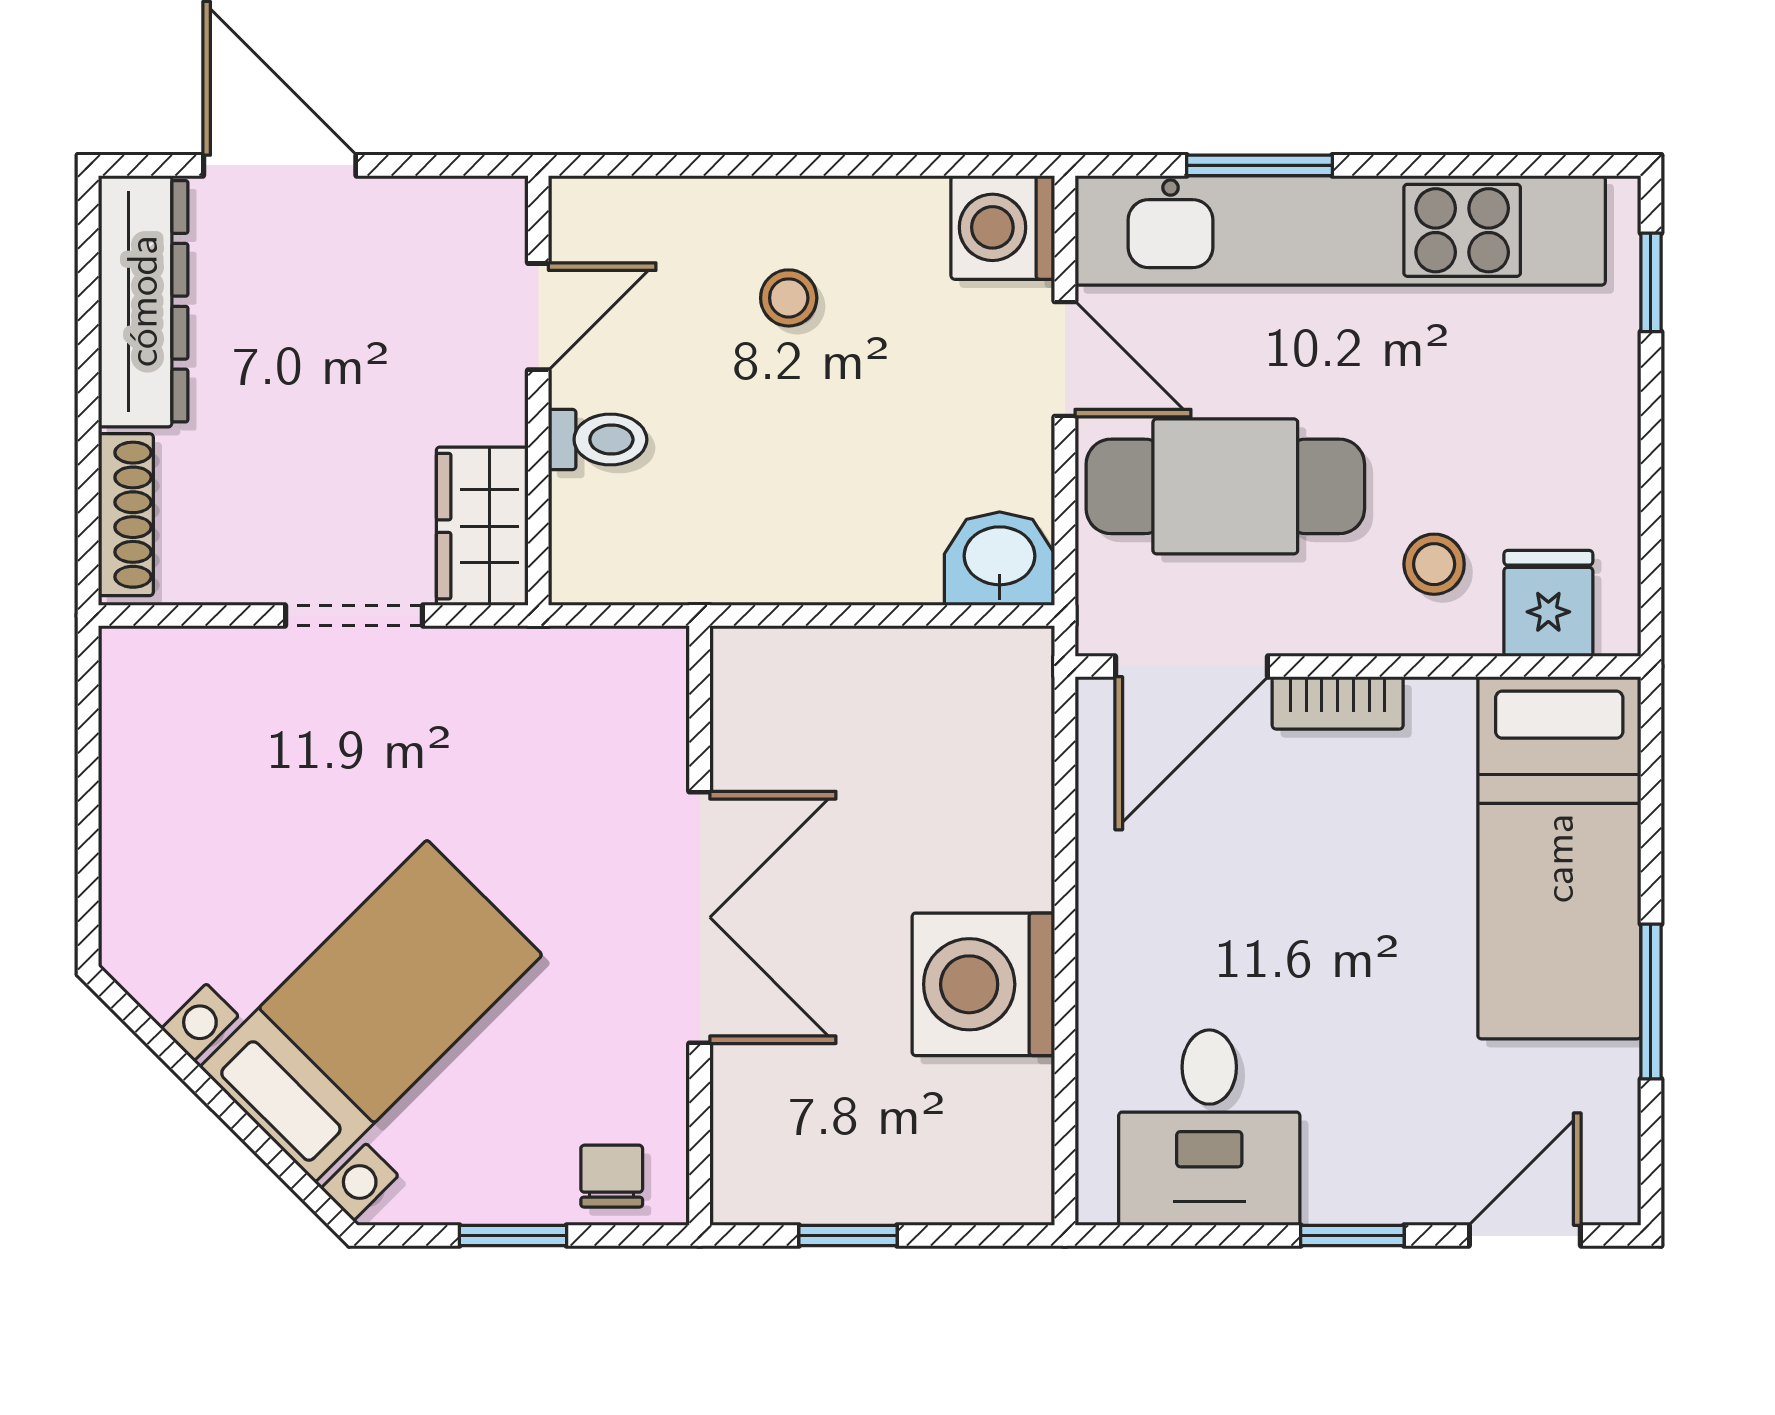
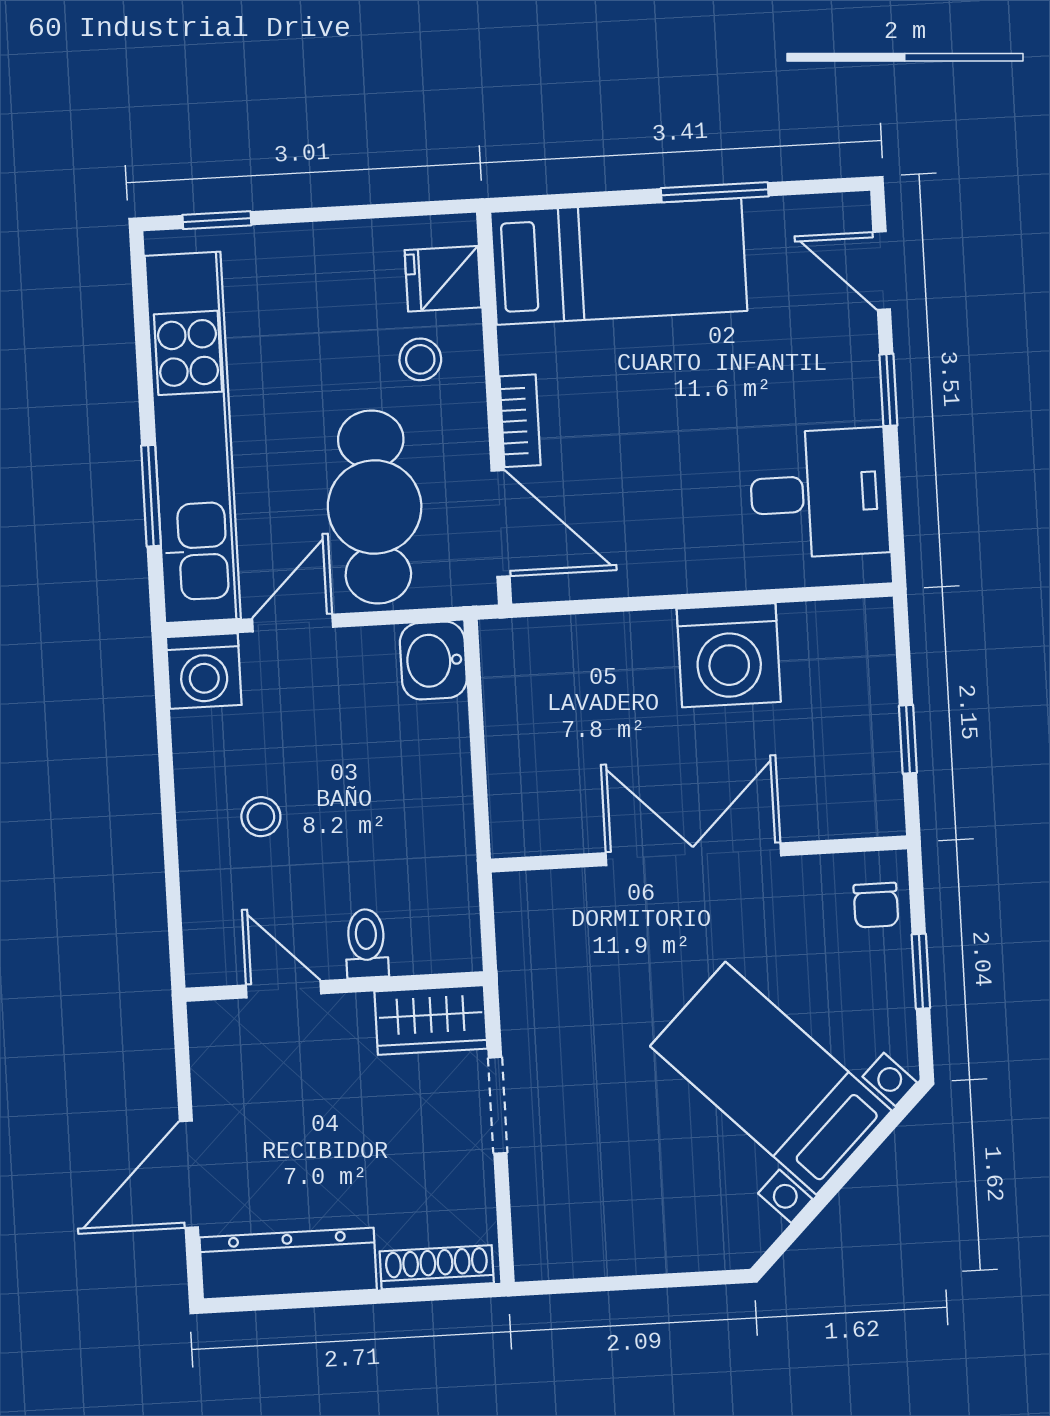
chair: (612, 1176) -> (876, 905), turned -90

